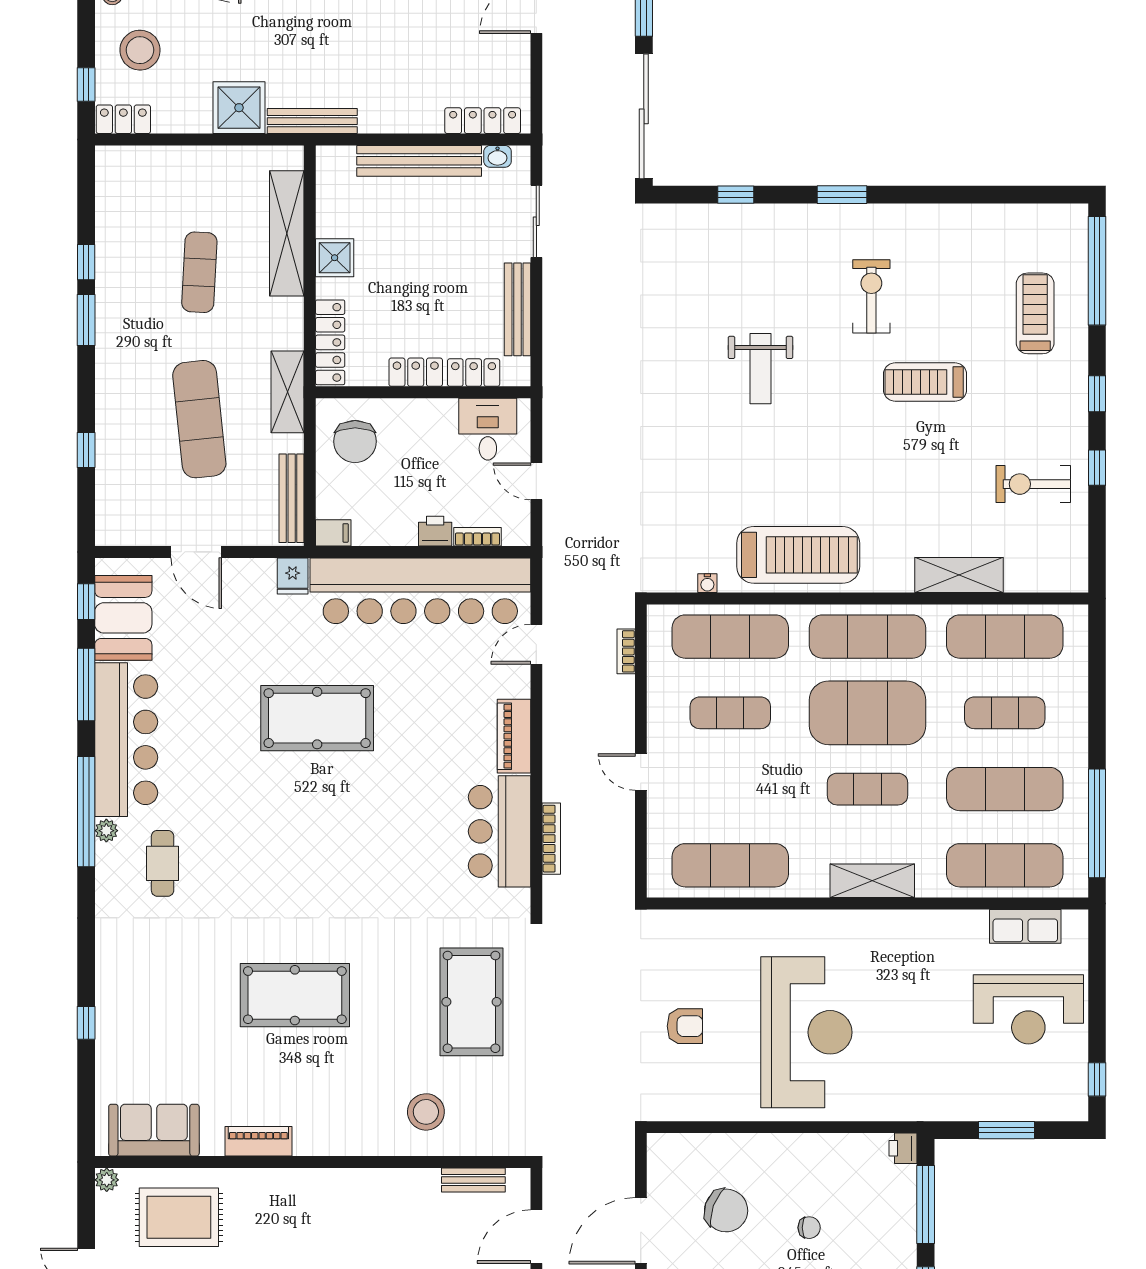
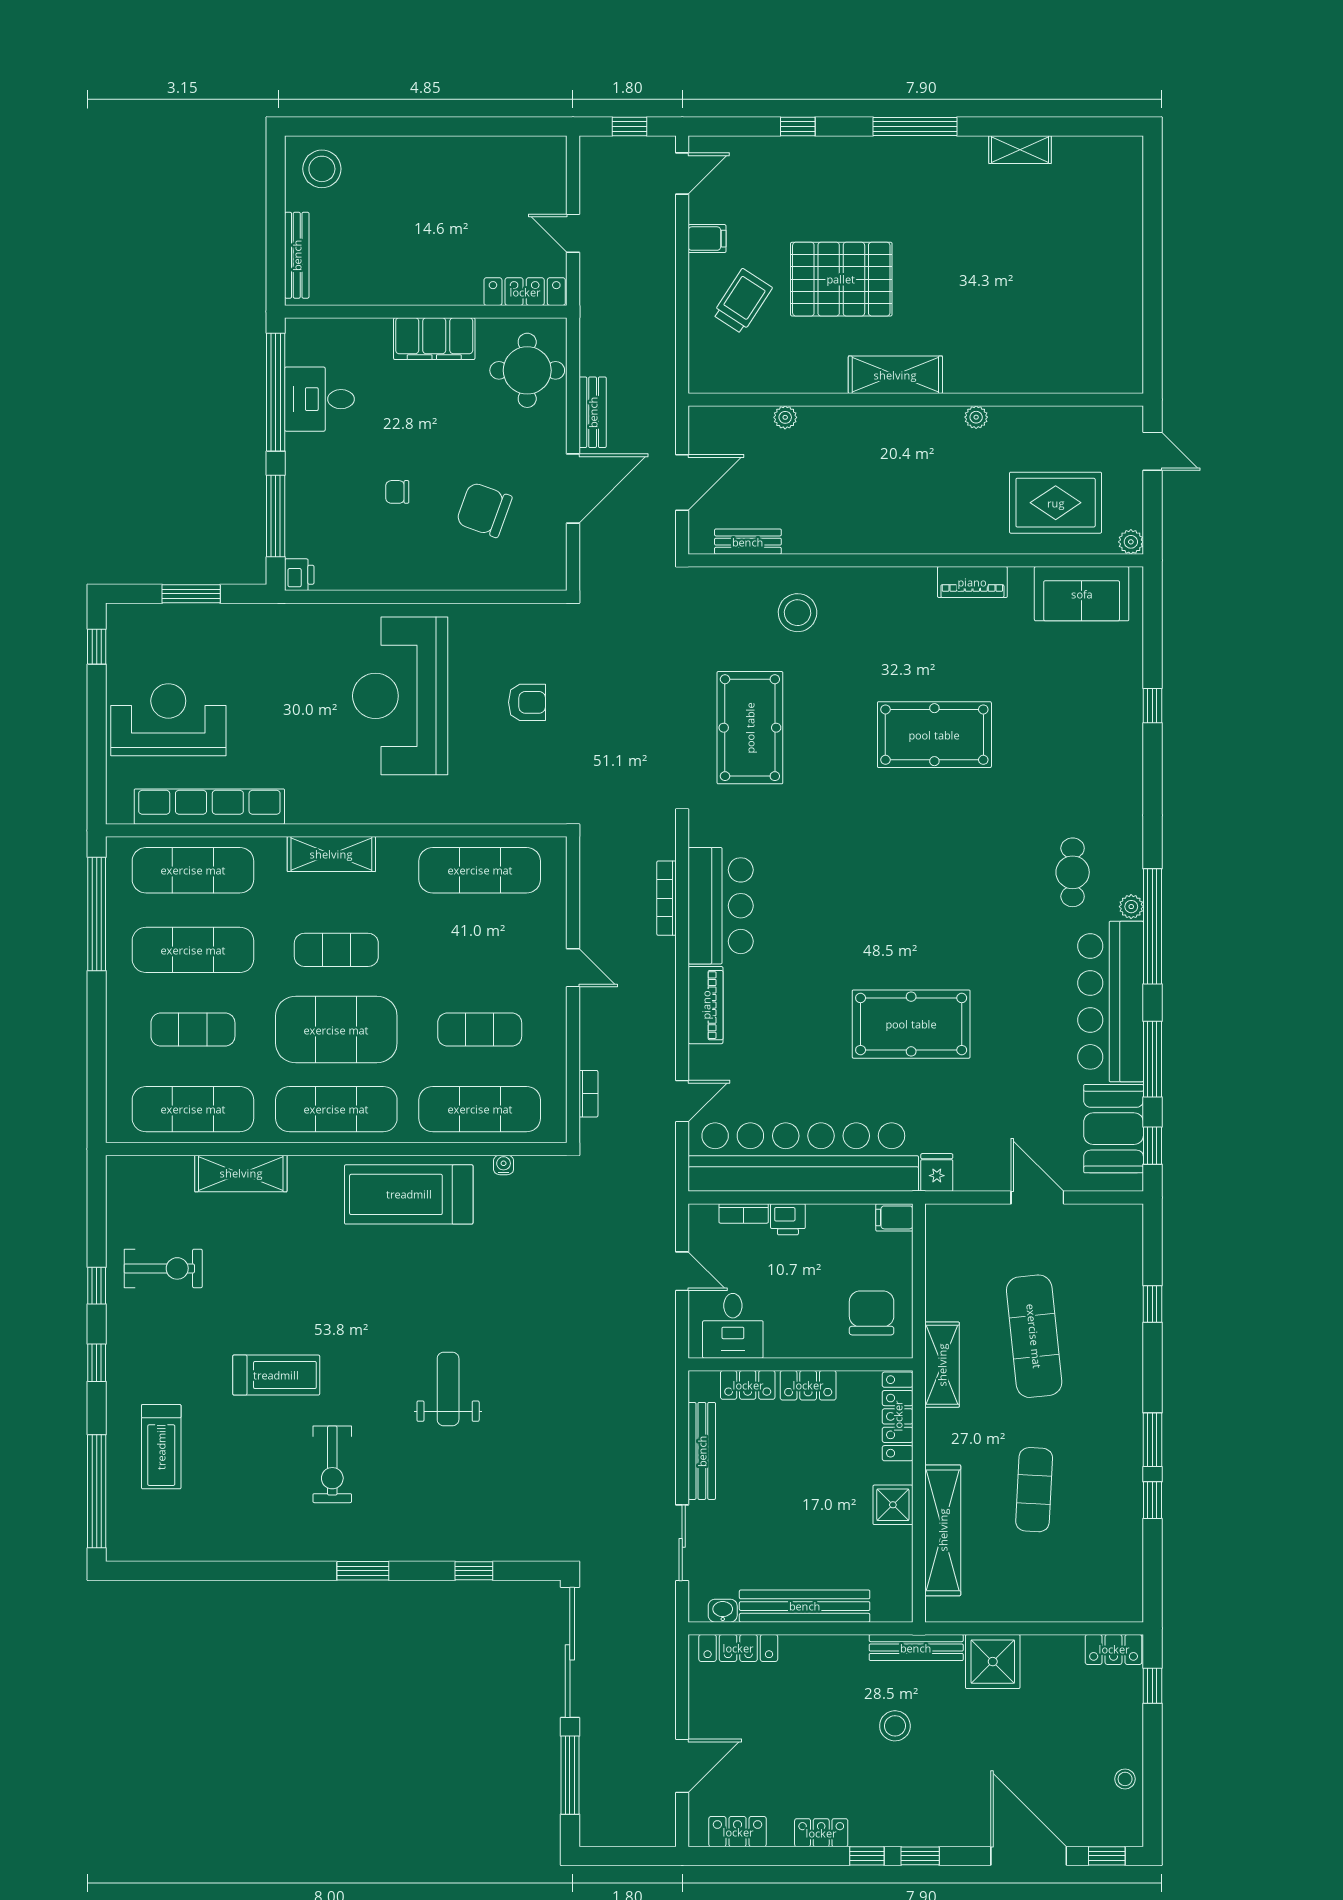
stool: (140, 50) -> (895, 1726), moved, width x0.73, depth x0.73
bench: (292, 498) -> (938, 1254), removed
row of seats: (1025, 926) -> (209, 807), width x2.02
armchair: (685, 1026) -> (527, 702), turned 180

